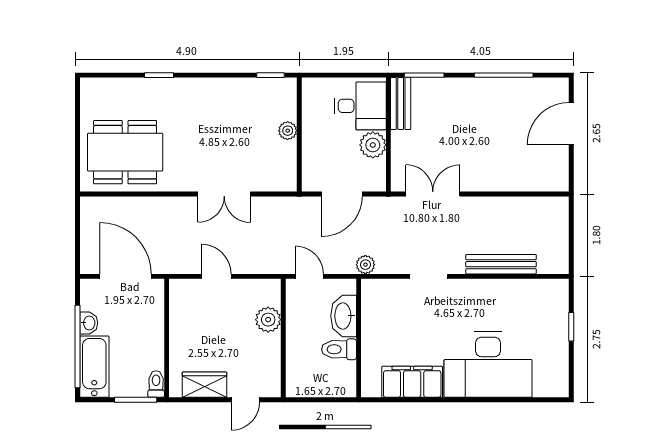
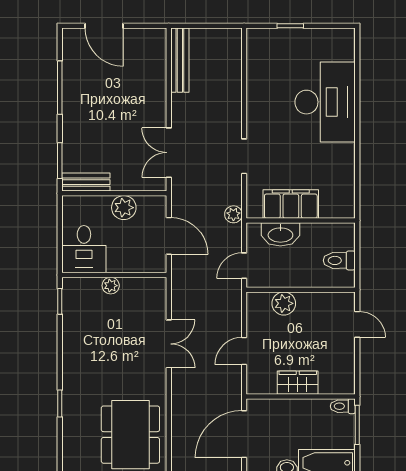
desk: (360, 106) -> (84, 249), moved, turned 180
bench: (501, 264) -> (180, 60), moved
toilet: (339, 349) -> (339, 260), moved, turned 90
filing cabinet: (412, 382) -> (291, 204), moved, turned 90
wardrobe: (204, 385) -> (298, 383), moved, turned 90

